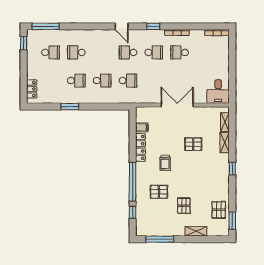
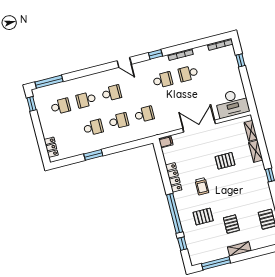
school desk: (128, 52) -> (112, 93), moved, turned 180
window: (232, 53) -> (240, 60), added
desk: (218, 92) -> (232, 103), width x1.37
filing cabinet: (142, 127) -> (166, 142), moved
shelving: (196, 231) -> (239, 249), moved

